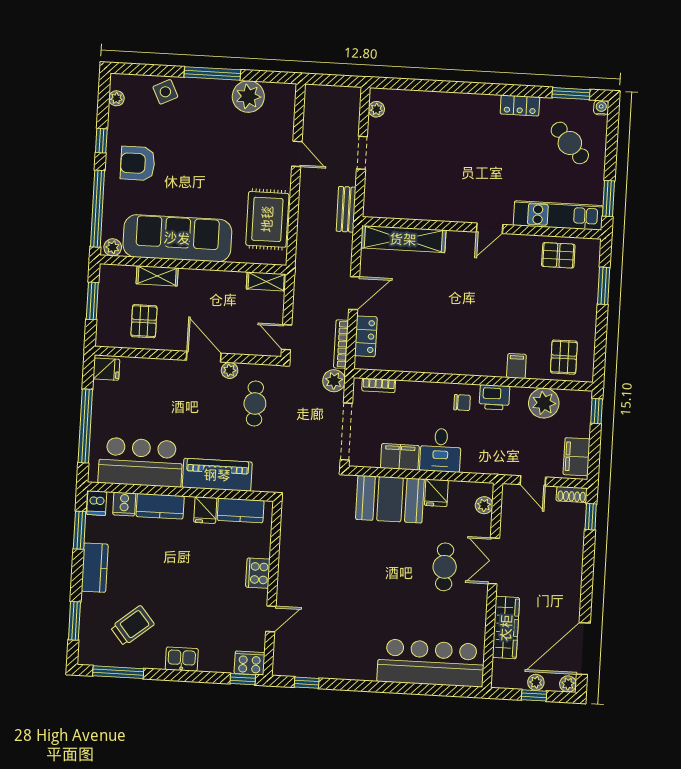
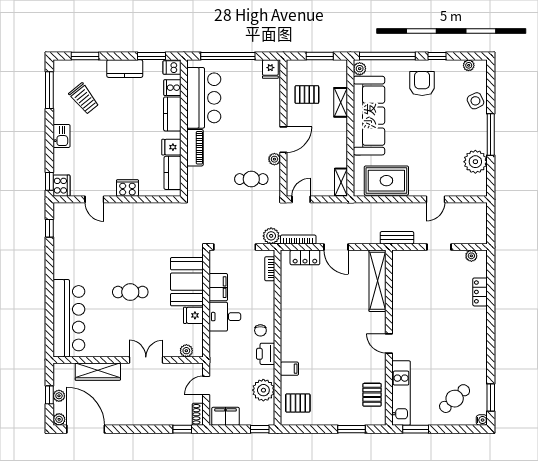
locker: (520, 105) -> (480, 292), moved
piano: (217, 475) -> (195, 148), width x0.73, depth x0.75
cafe table: (445, 567) -> (130, 292), moved

